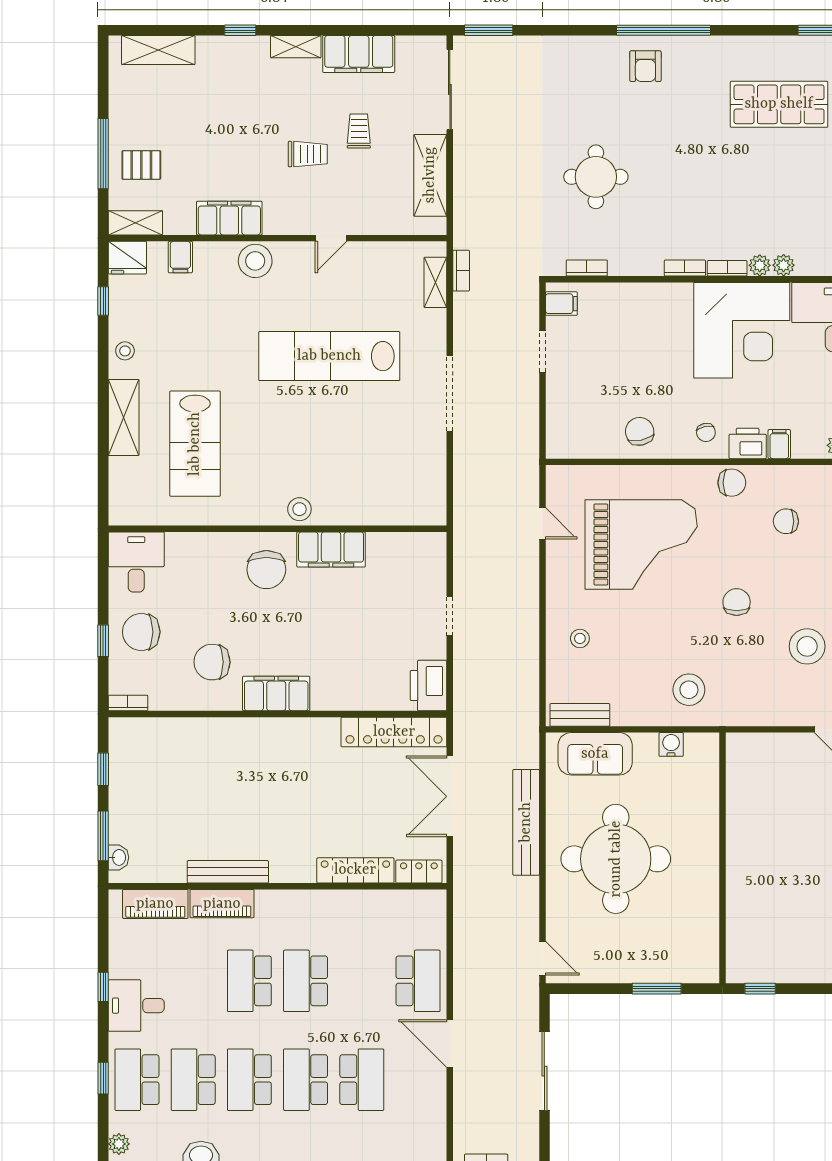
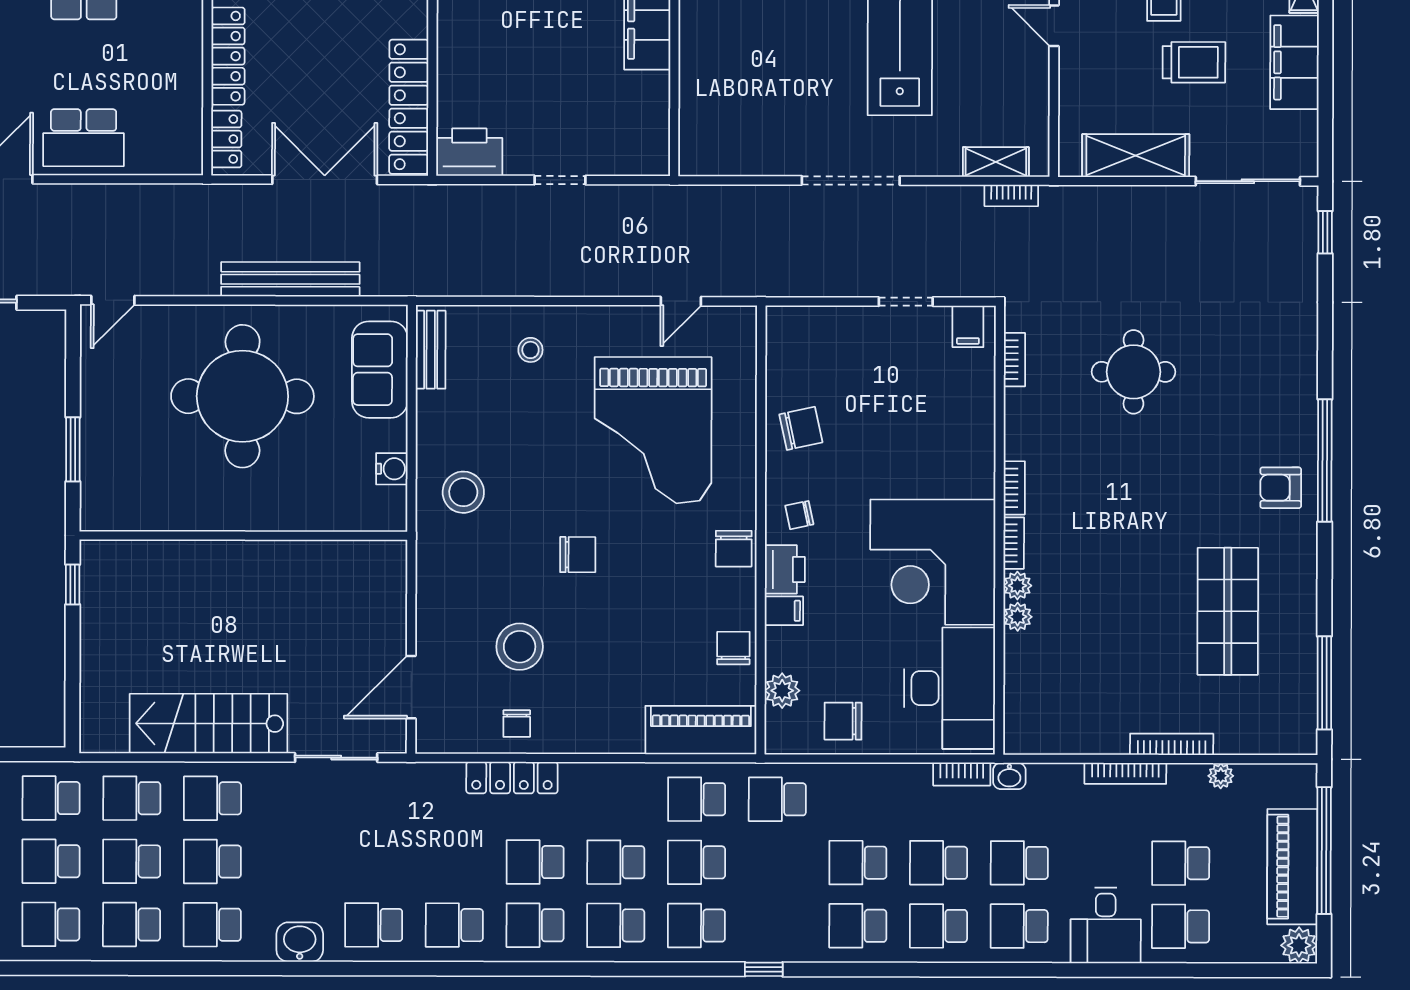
window: (489, 30) -> (1325, 232), width x0.67
armchair: (645, 66) -> (1281, 488), moved
trolley: (359, 131) -> (1194, 62), width x1.36, depth x1.39
chair: (786, 521) -> (733, 648), moved

